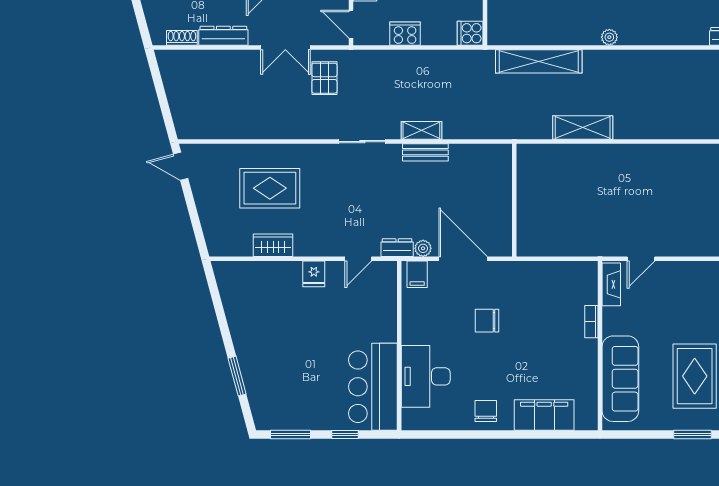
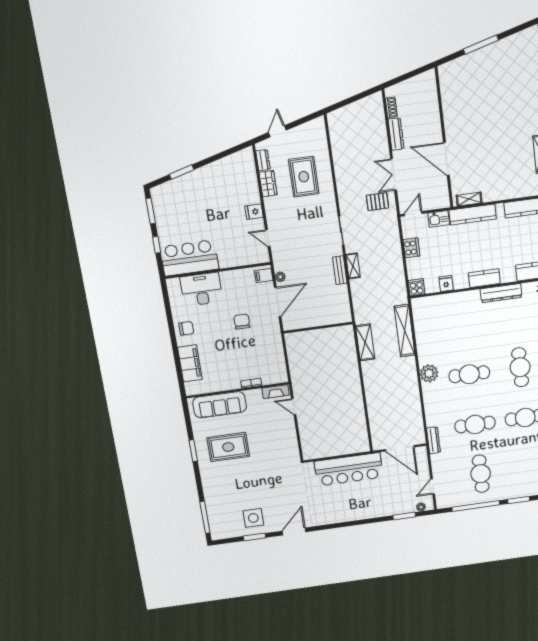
plant: (609, 37) -> (429, 373), width x1.87, depth x1.87
shelving: (583, 128) -> (365, 342), moved
door: (181, 166) -> (277, 131), moved
dresser: (397, 248) -> (263, 160), moved

